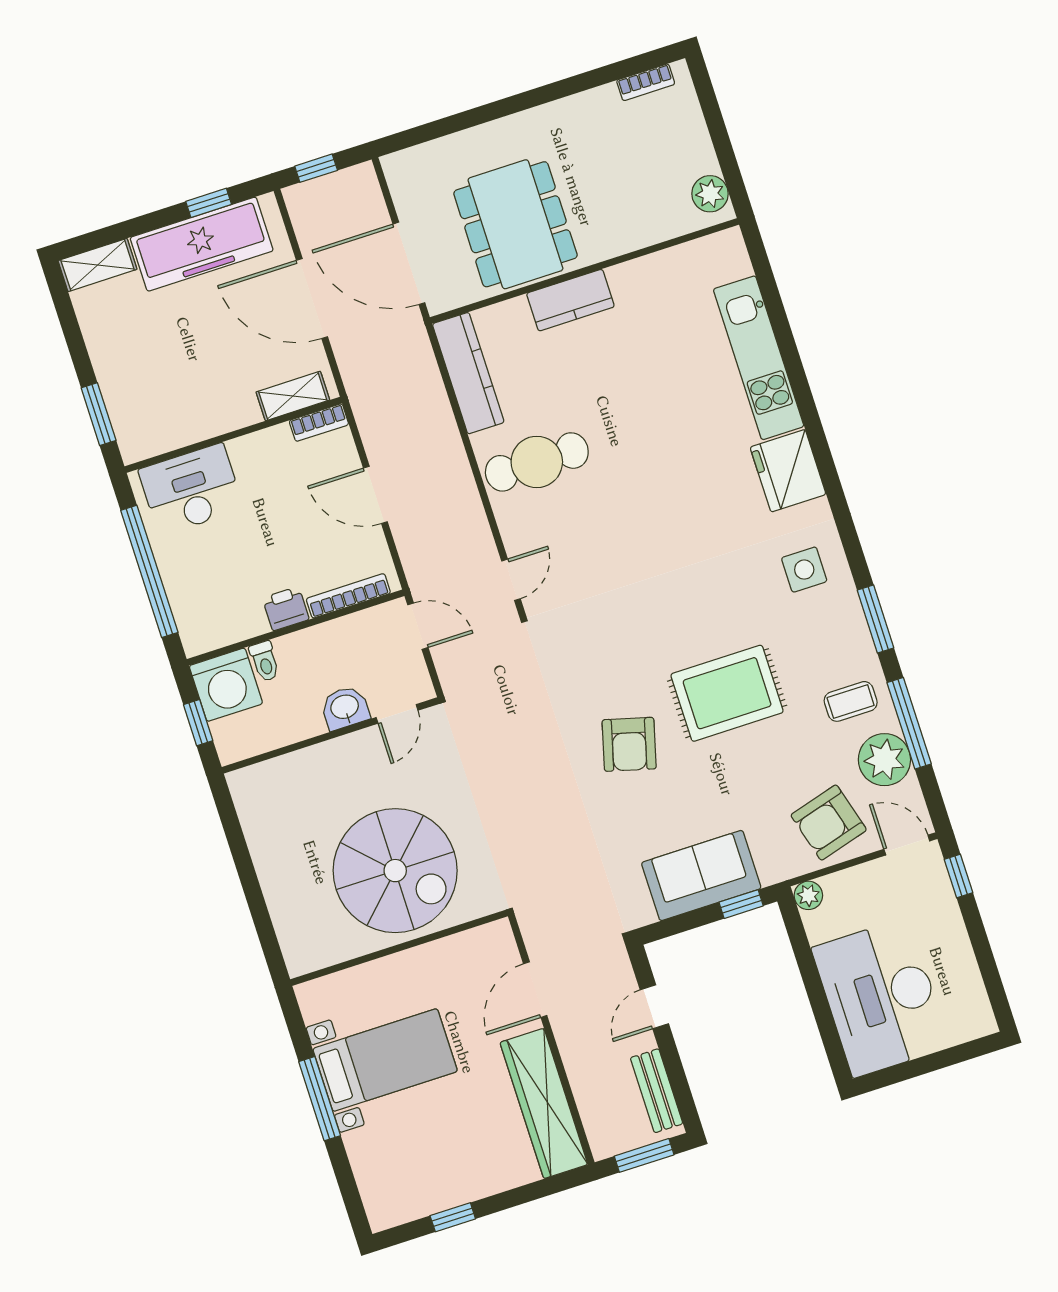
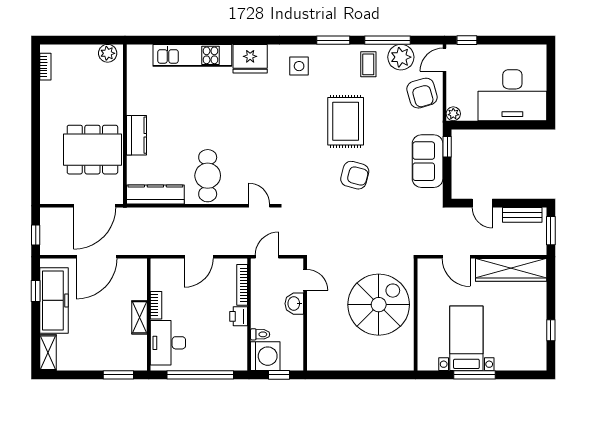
shelving: (293, 396) -> (139, 317), moved
bookcase: (319, 423) -> (156, 305), moved

